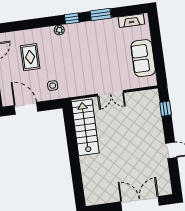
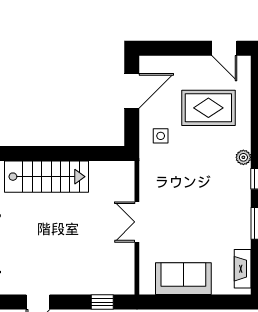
rug: (30, 57) -> (208, 108), width x1.36, depth x1.43
stairs: (85, 127) -> (46, 177), moved

